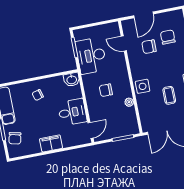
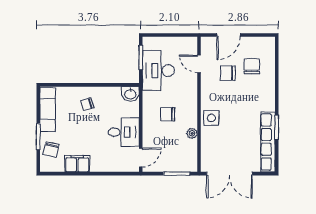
coffee table: (169, 95) -> (240, 134), removed
filing cabinet: (51, 143) -> (77, 164), moved

